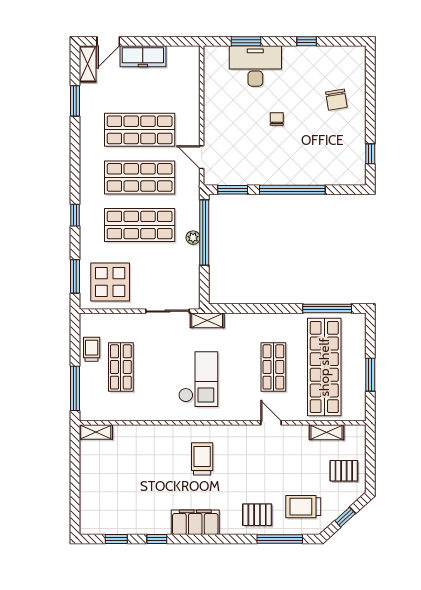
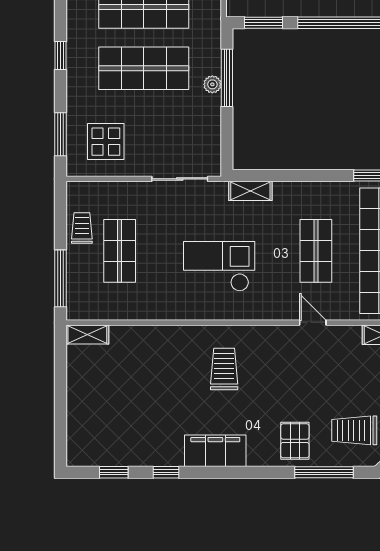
window: (204, 232) -> (227, 78), width x0.68
display table: (110, 282) -> (106, 142), width x0.73, depth x0.73
shelving: (207, 320) -> (250, 191), moved
checkout: (198, 379) -> (219, 266), turned -90
pallet: (257, 515) -> (295, 441), turned 90

